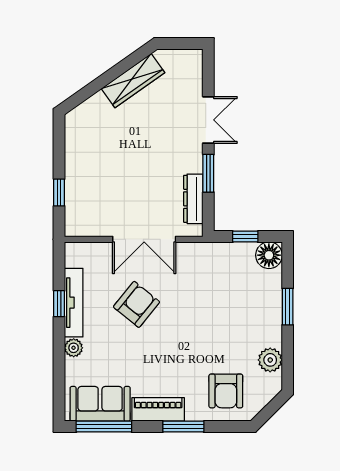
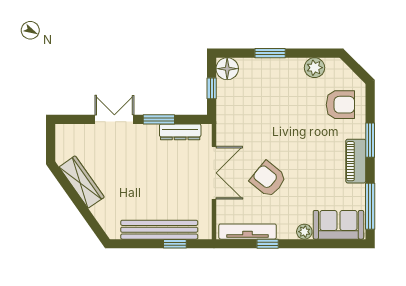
bench: (76, 174) -> (159, 230), added
tv unit: (74, 303) -> (248, 232), moved
sofa: (100, 404) -> (338, 225), moved, turned 90

